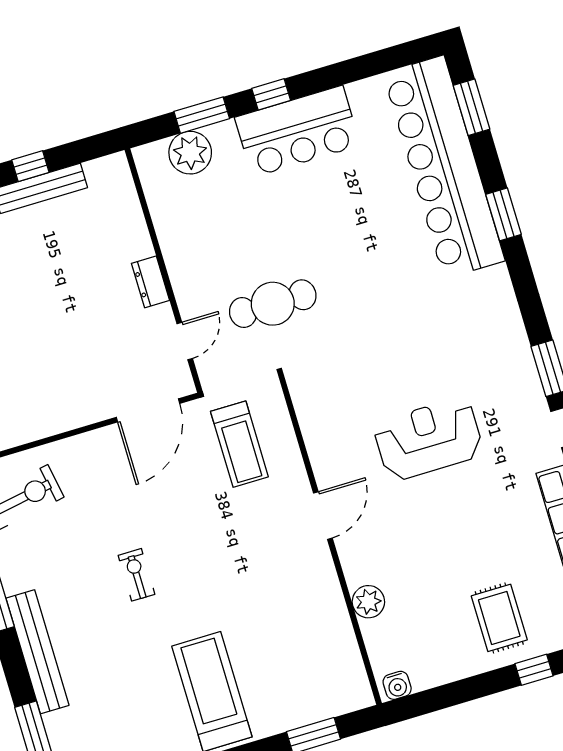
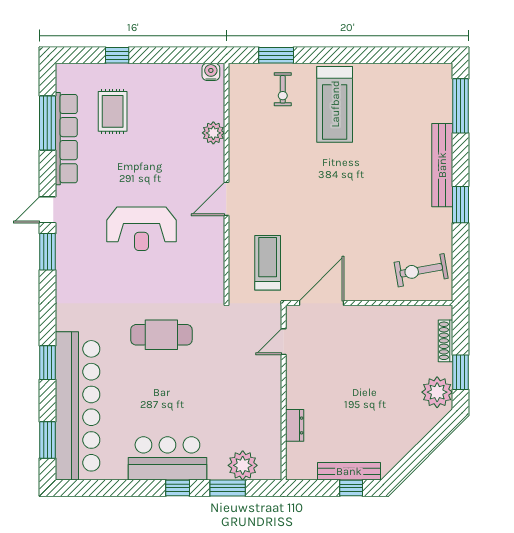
dresser: (150, 282) -> (295, 425), moved
cafe table: (273, 304) -> (161, 335), moved
exercise bike: (137, 575) -> (283, 89), moved
rug: (499, 618) -> (113, 111), moved

